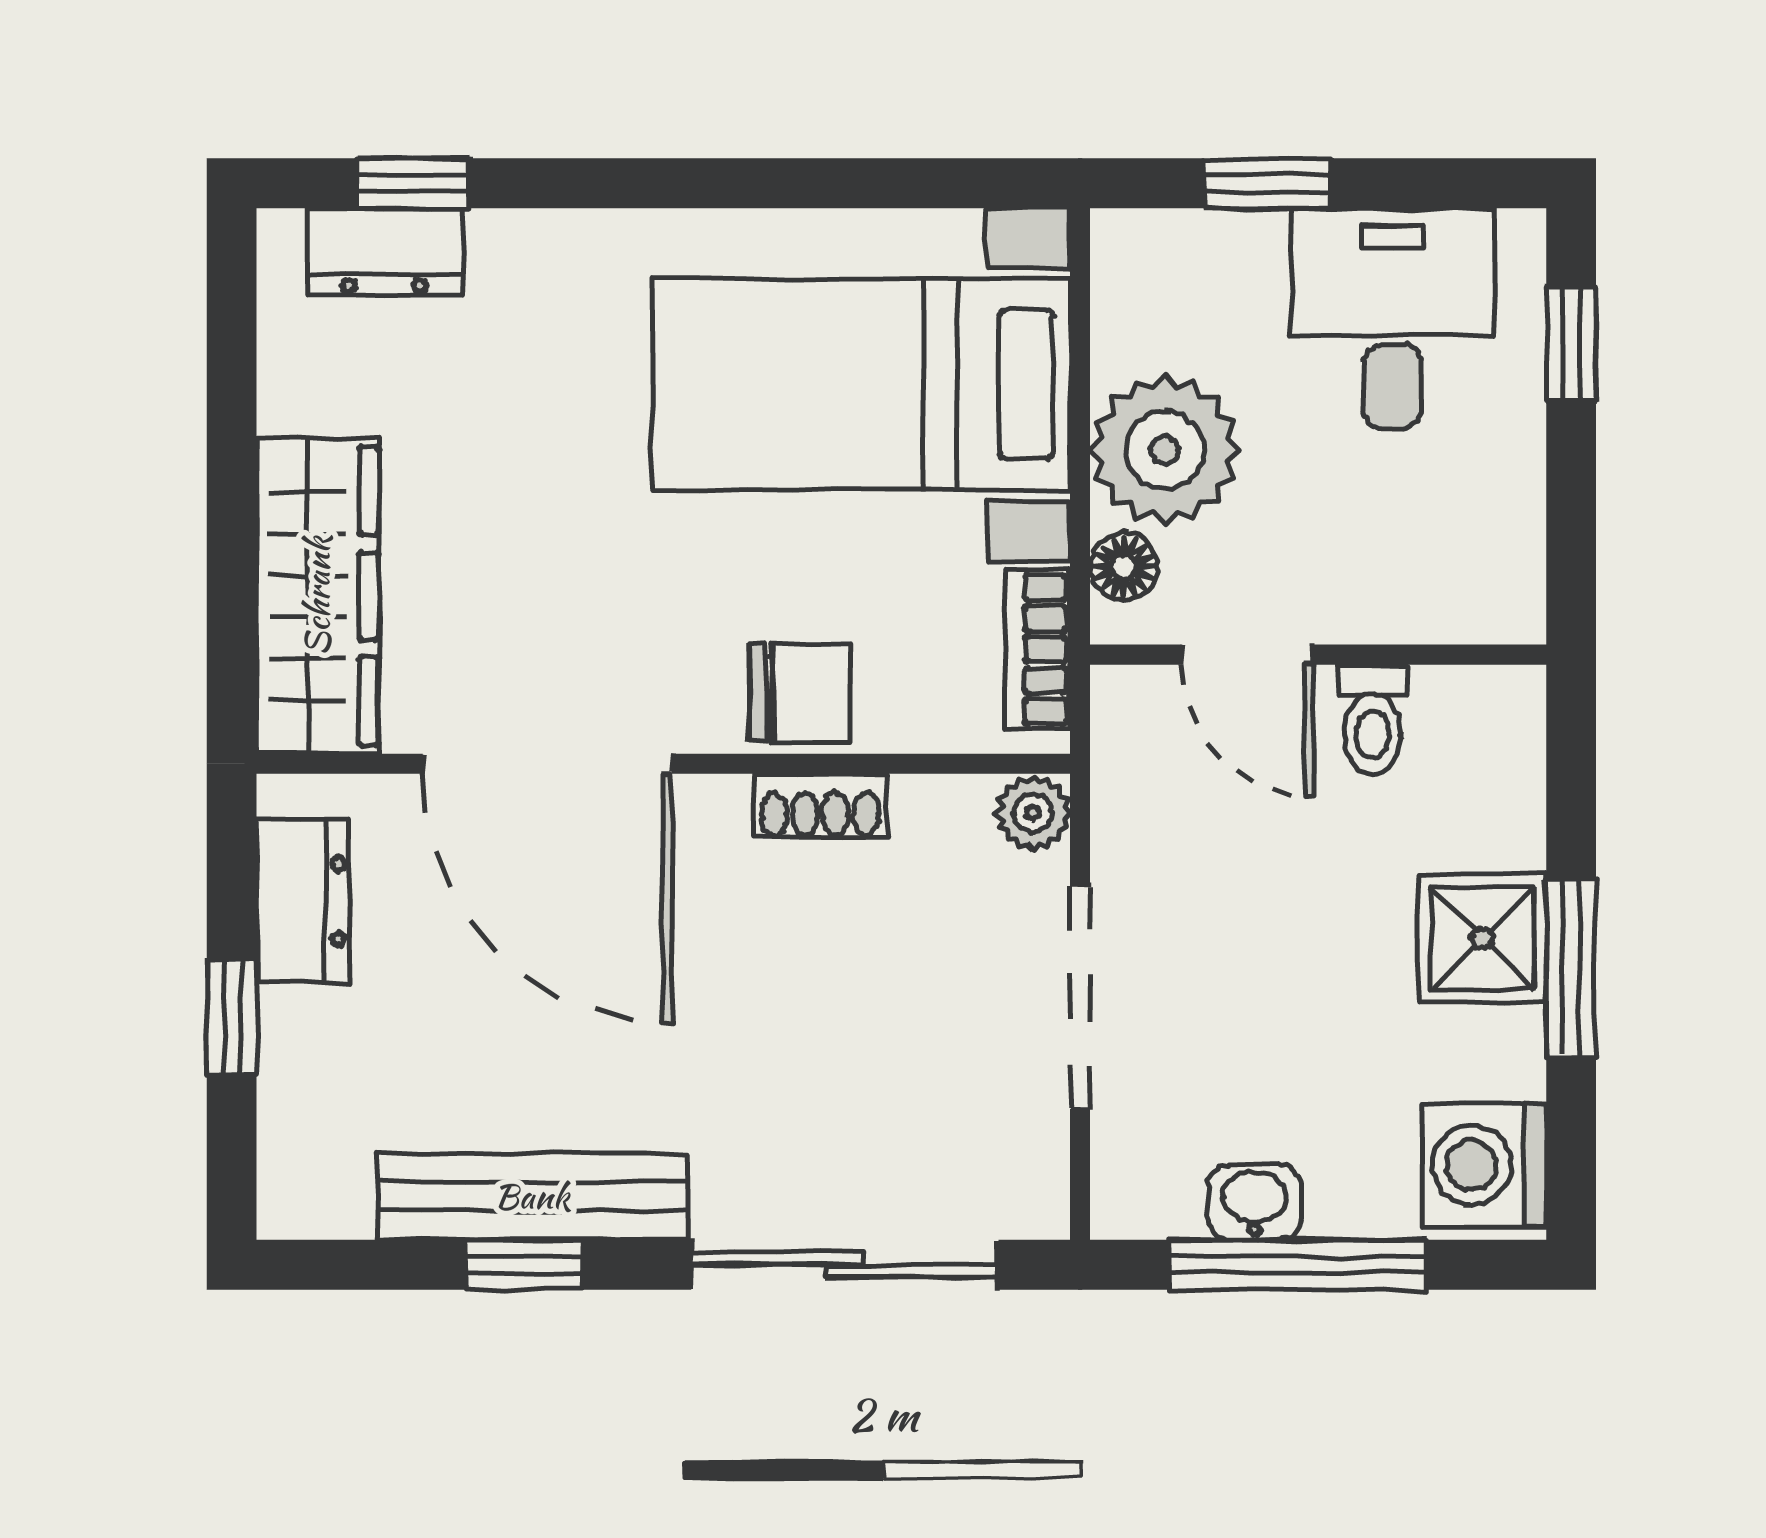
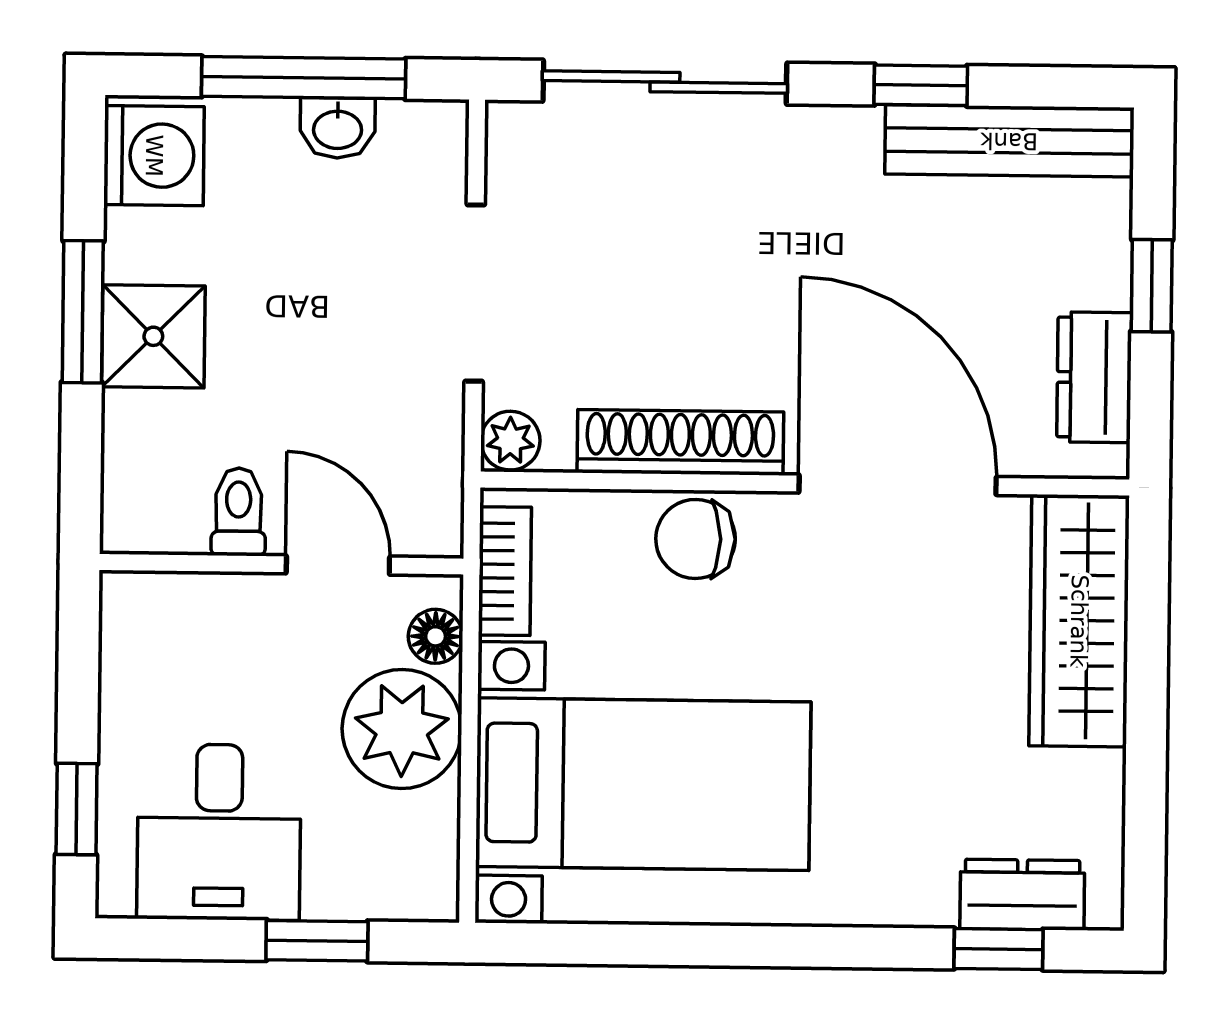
shoe rack: (820, 806) -> (680, 442), width x1.94, depth x1.24
bench: (532, 1196) -> (1009, 141), moved

